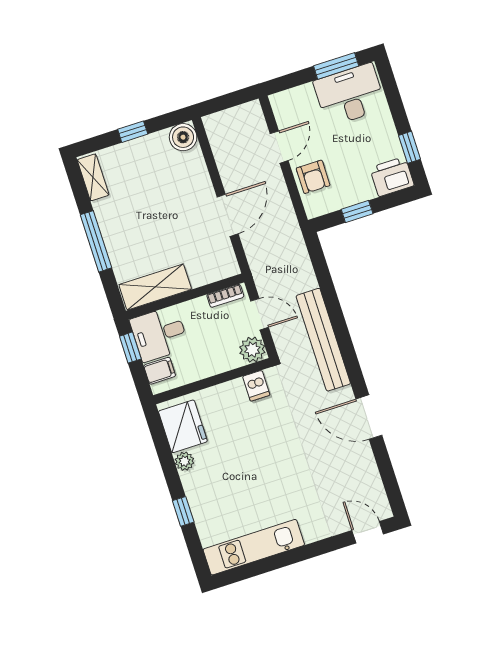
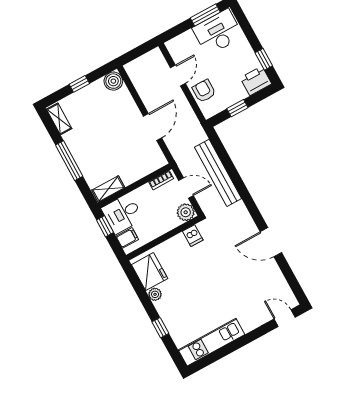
armchair: (313, 177) -> (204, 91), turned 180
shelving: (155, 287) -> (108, 189), width x0.67, depth x0.75
bench: (323, 340) -> (218, 173), moved

